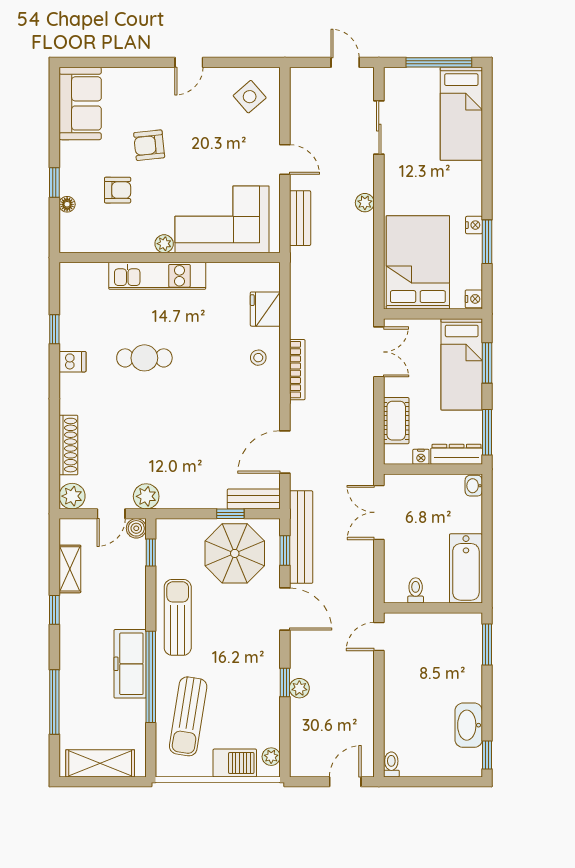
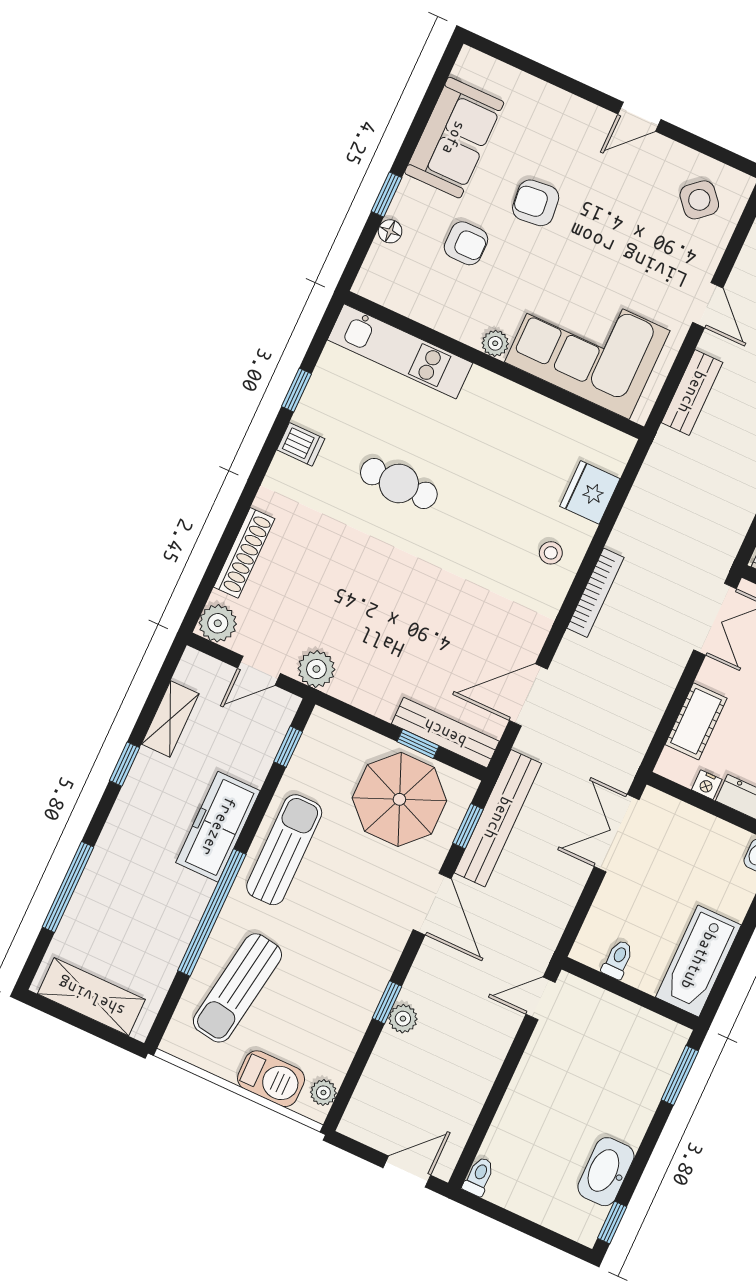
sofa: (80, 103) -> (454, 138), moved
kitchen unit: (157, 276) -> (400, 351), moved
bench: (254, 499) -> (445, 733), width x1.36
boiler: (136, 528) -> (284, 706), removed
freezer: (130, 664) -> (218, 827), moved

